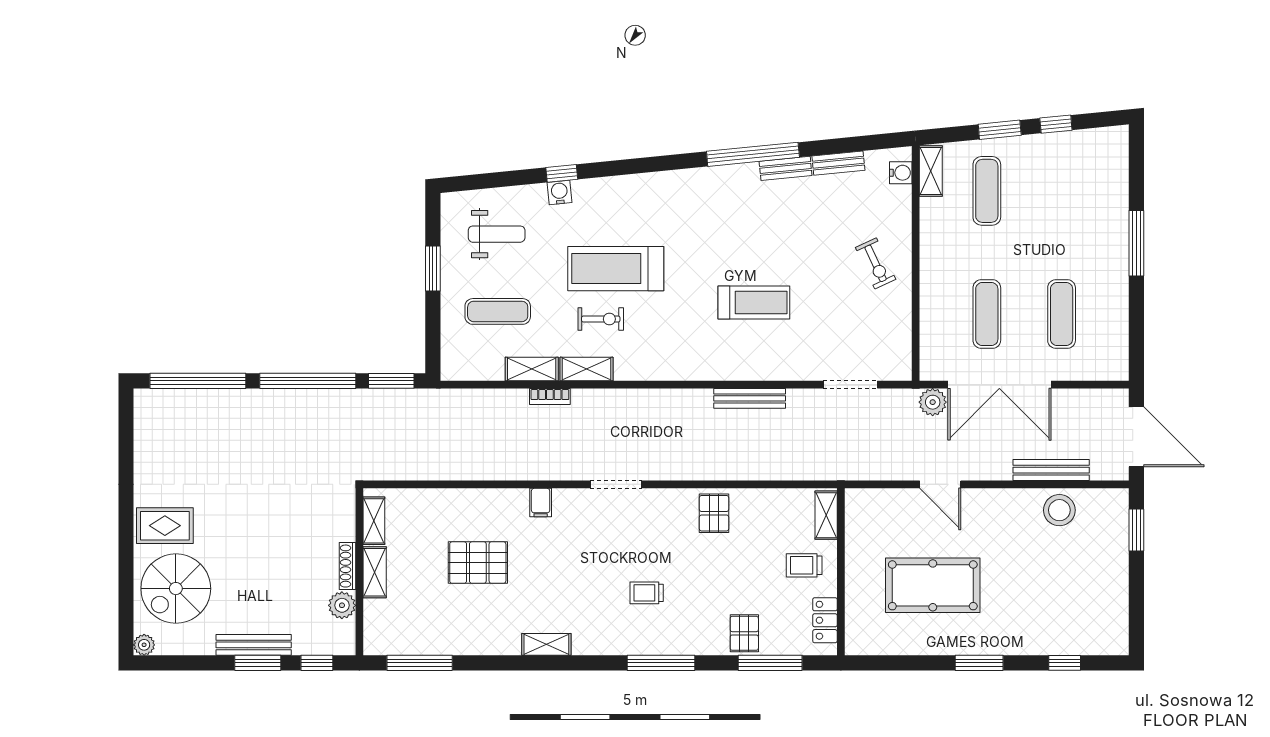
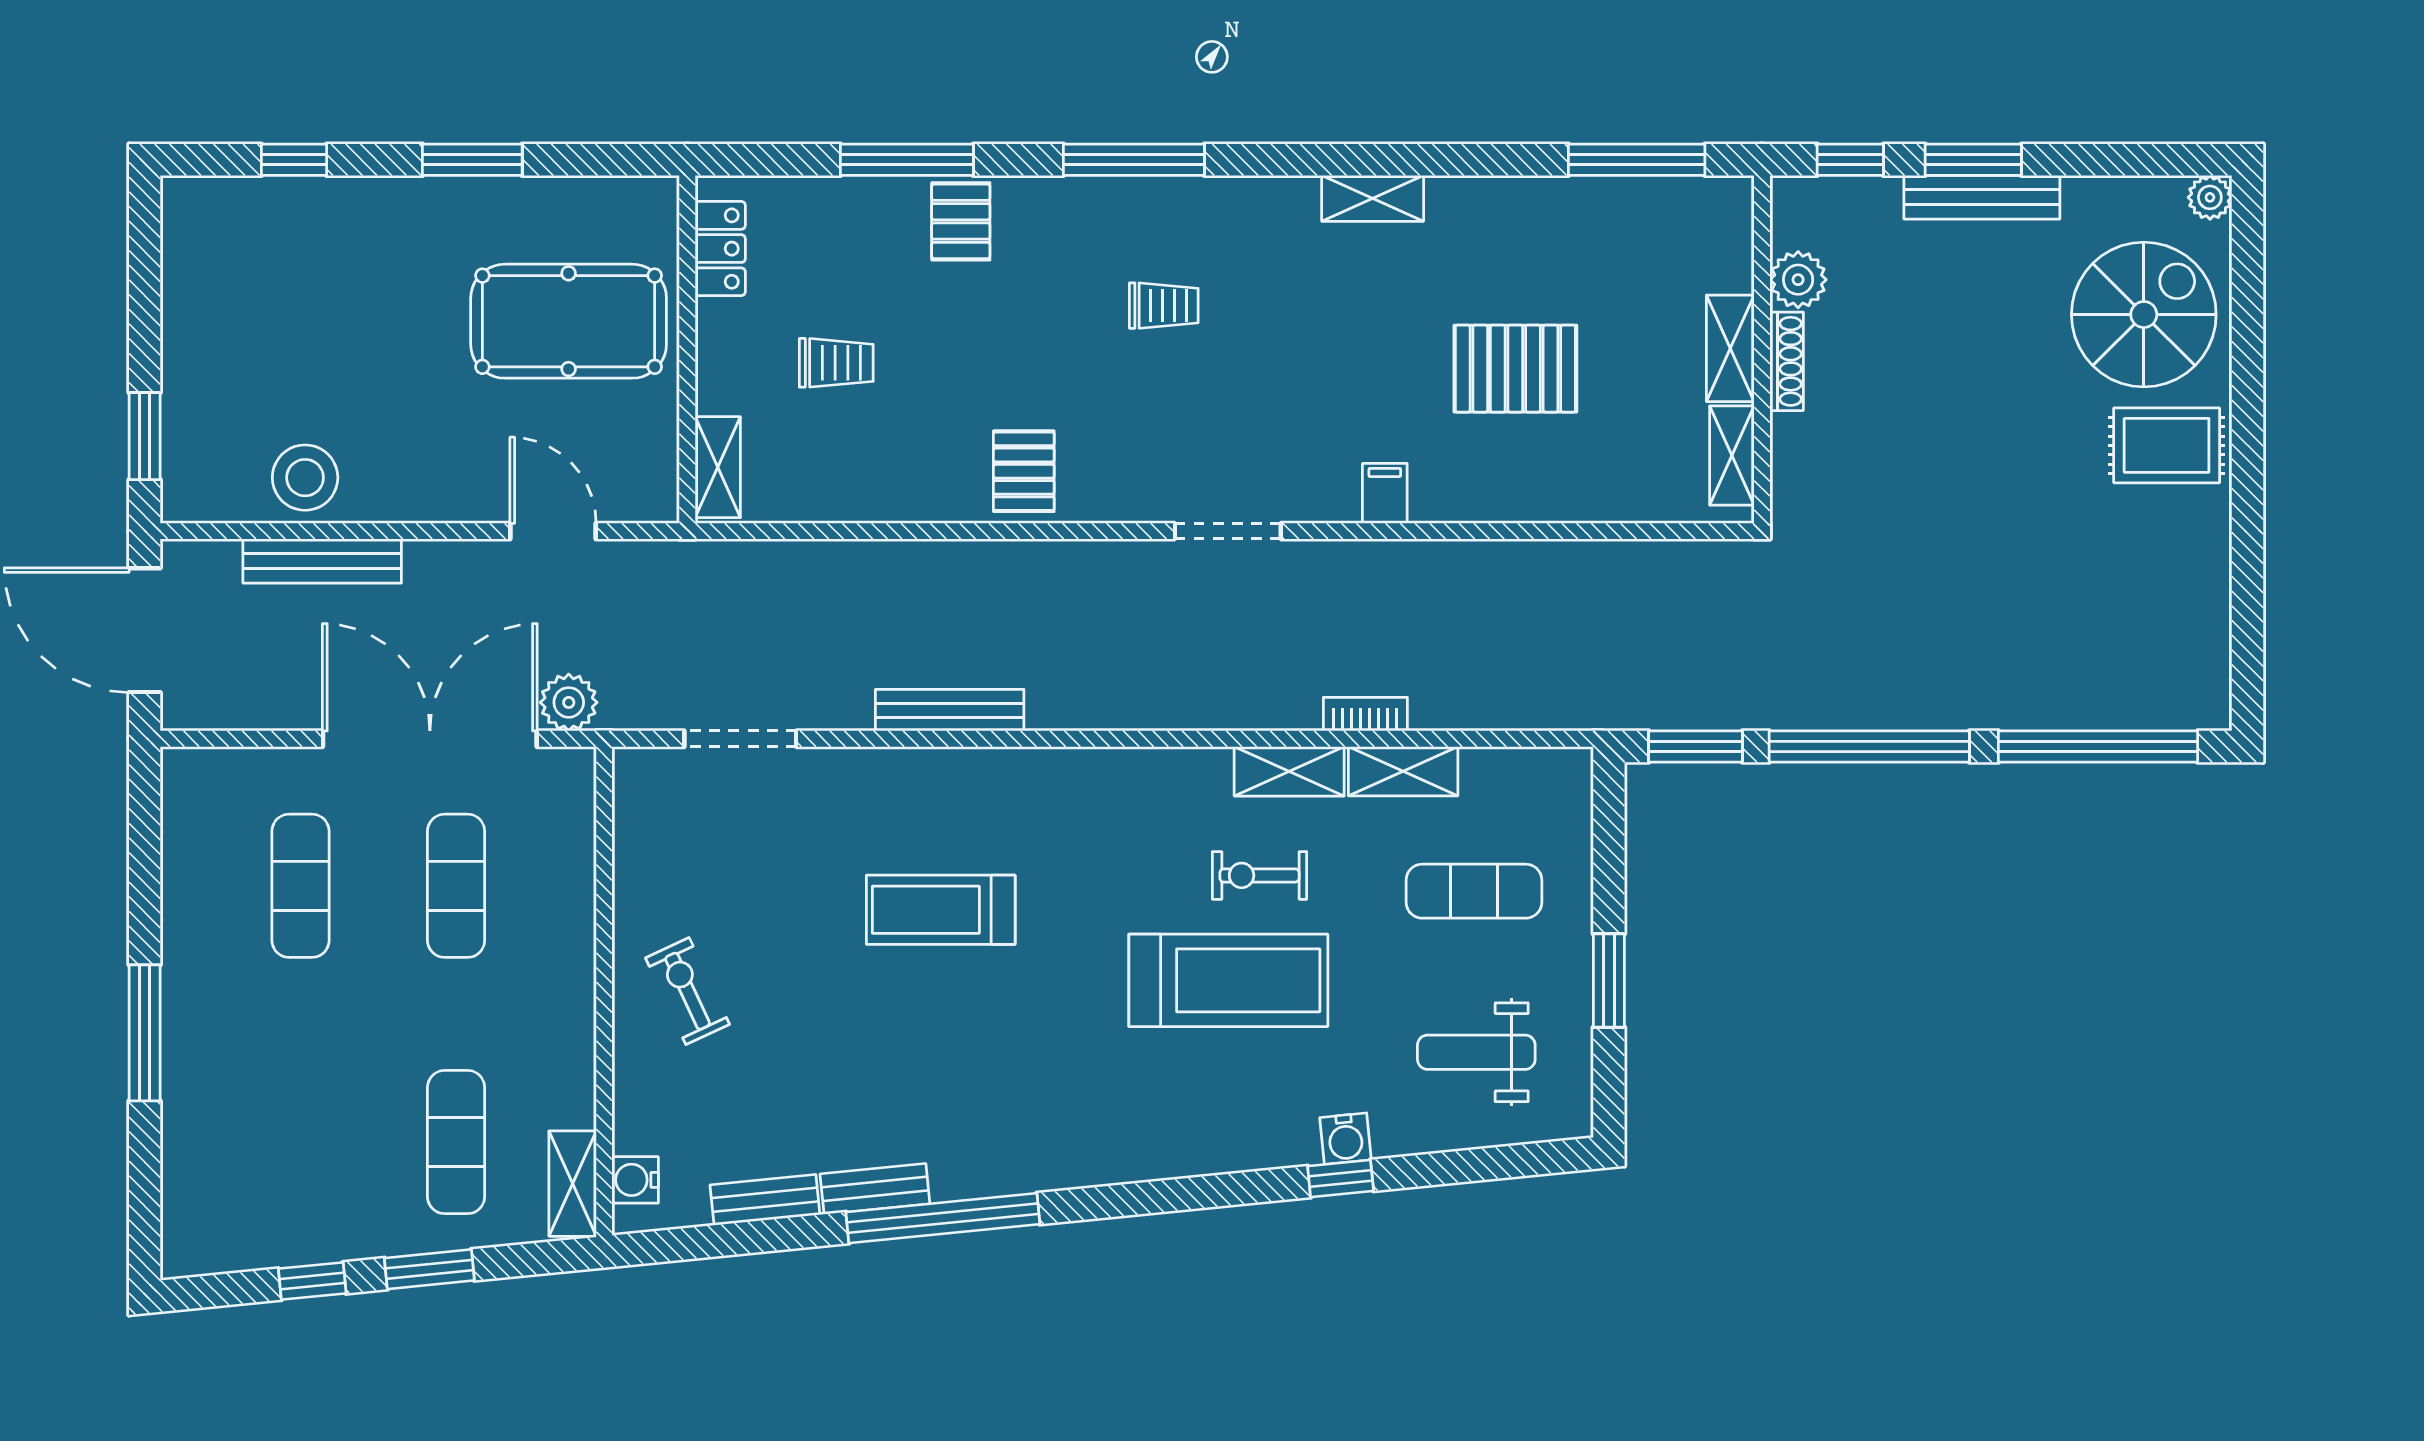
shelving: (826, 515) -> (718, 467), moved
wall: (841, 572) -> (687, 349), moved
locker: (825, 620) -> (720, 249), moved

